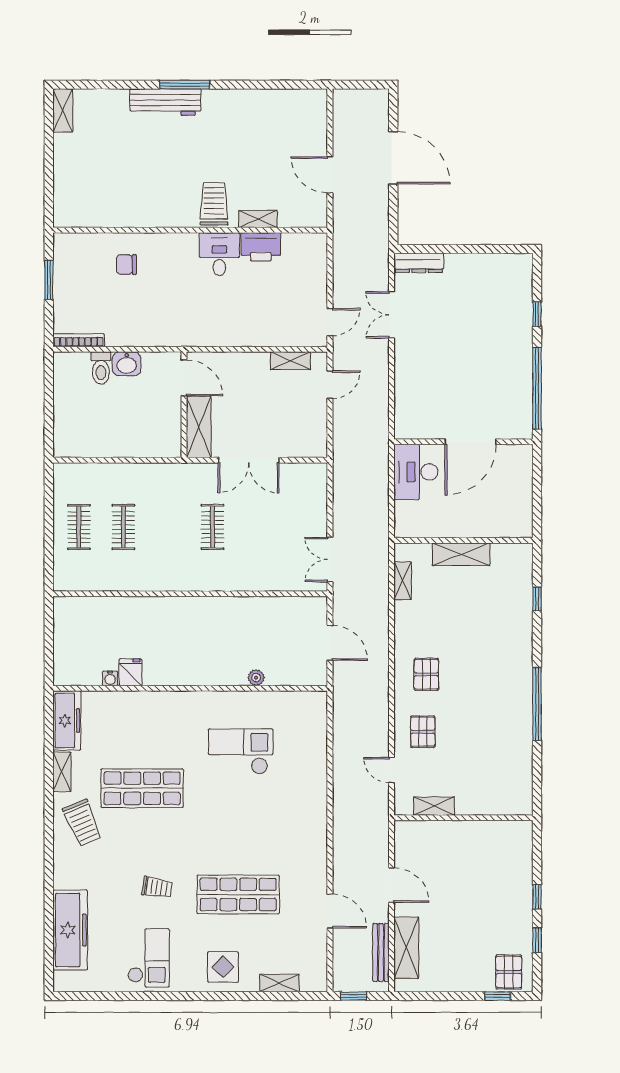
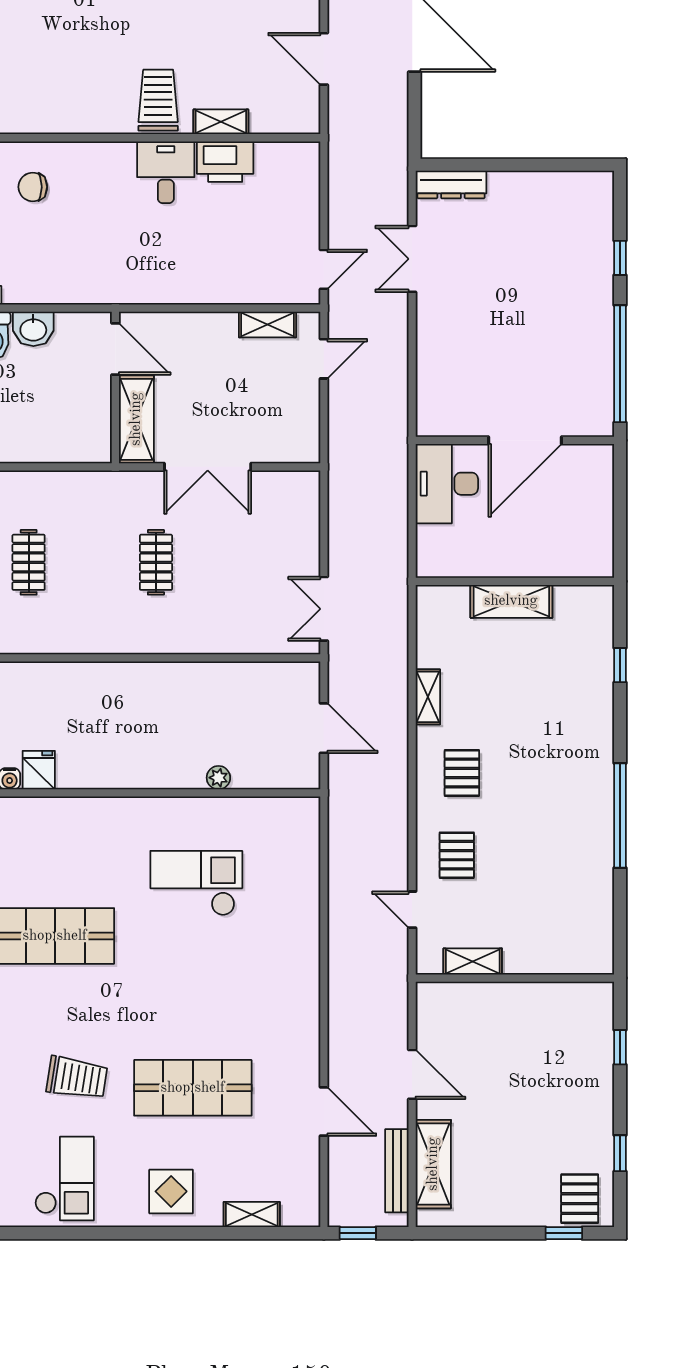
shelving: (403, 581) -> (428, 697), moved
trolley: (157, 887) -> (77, 1078), width x1.36, depth x1.39
window: (537, 897) -> (620, 1047), moved

